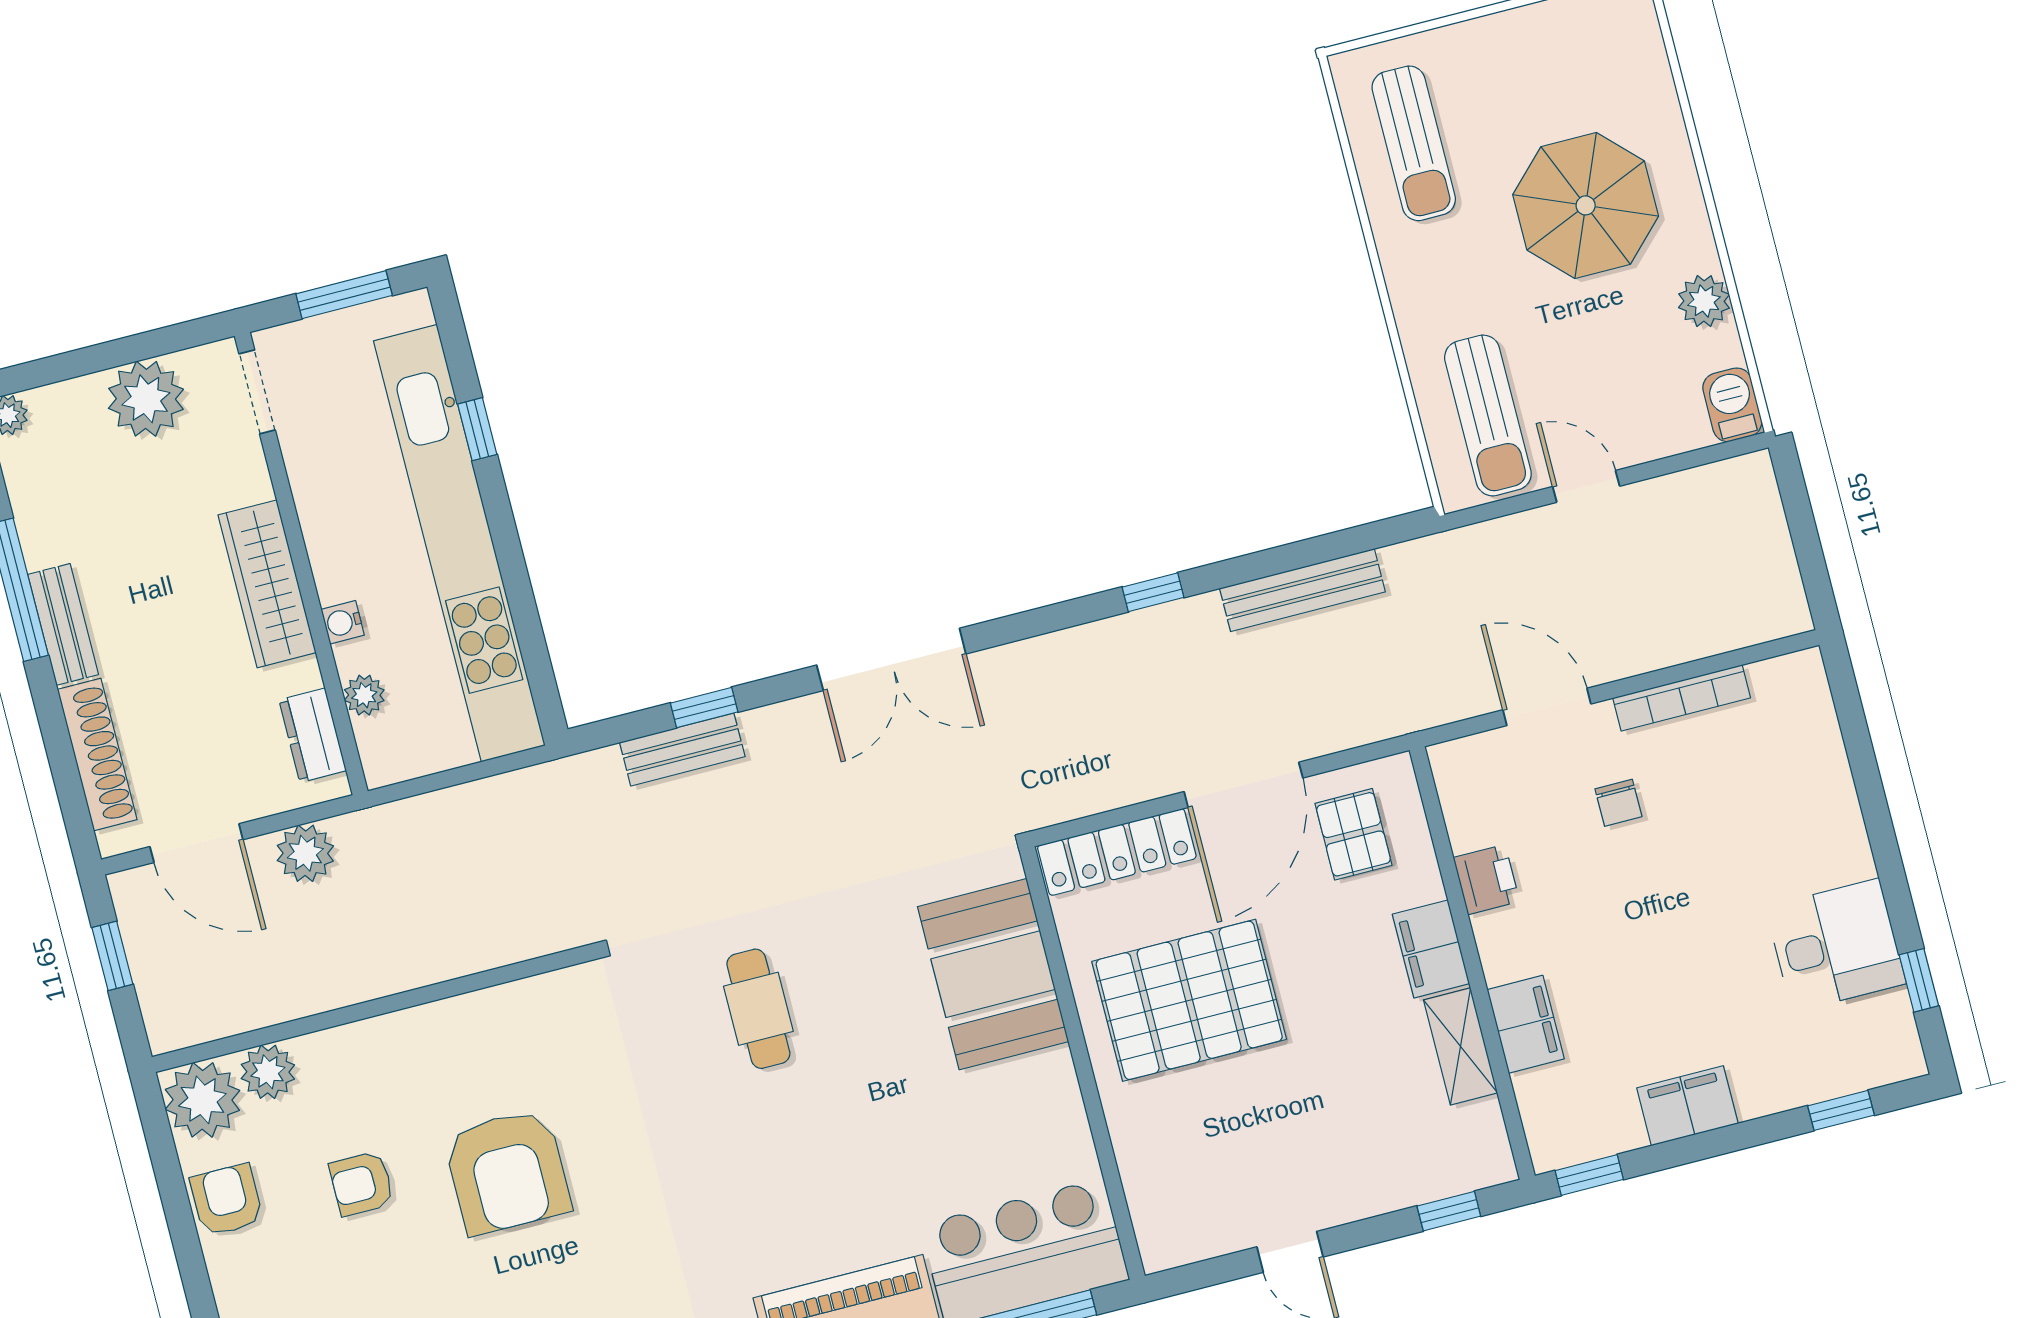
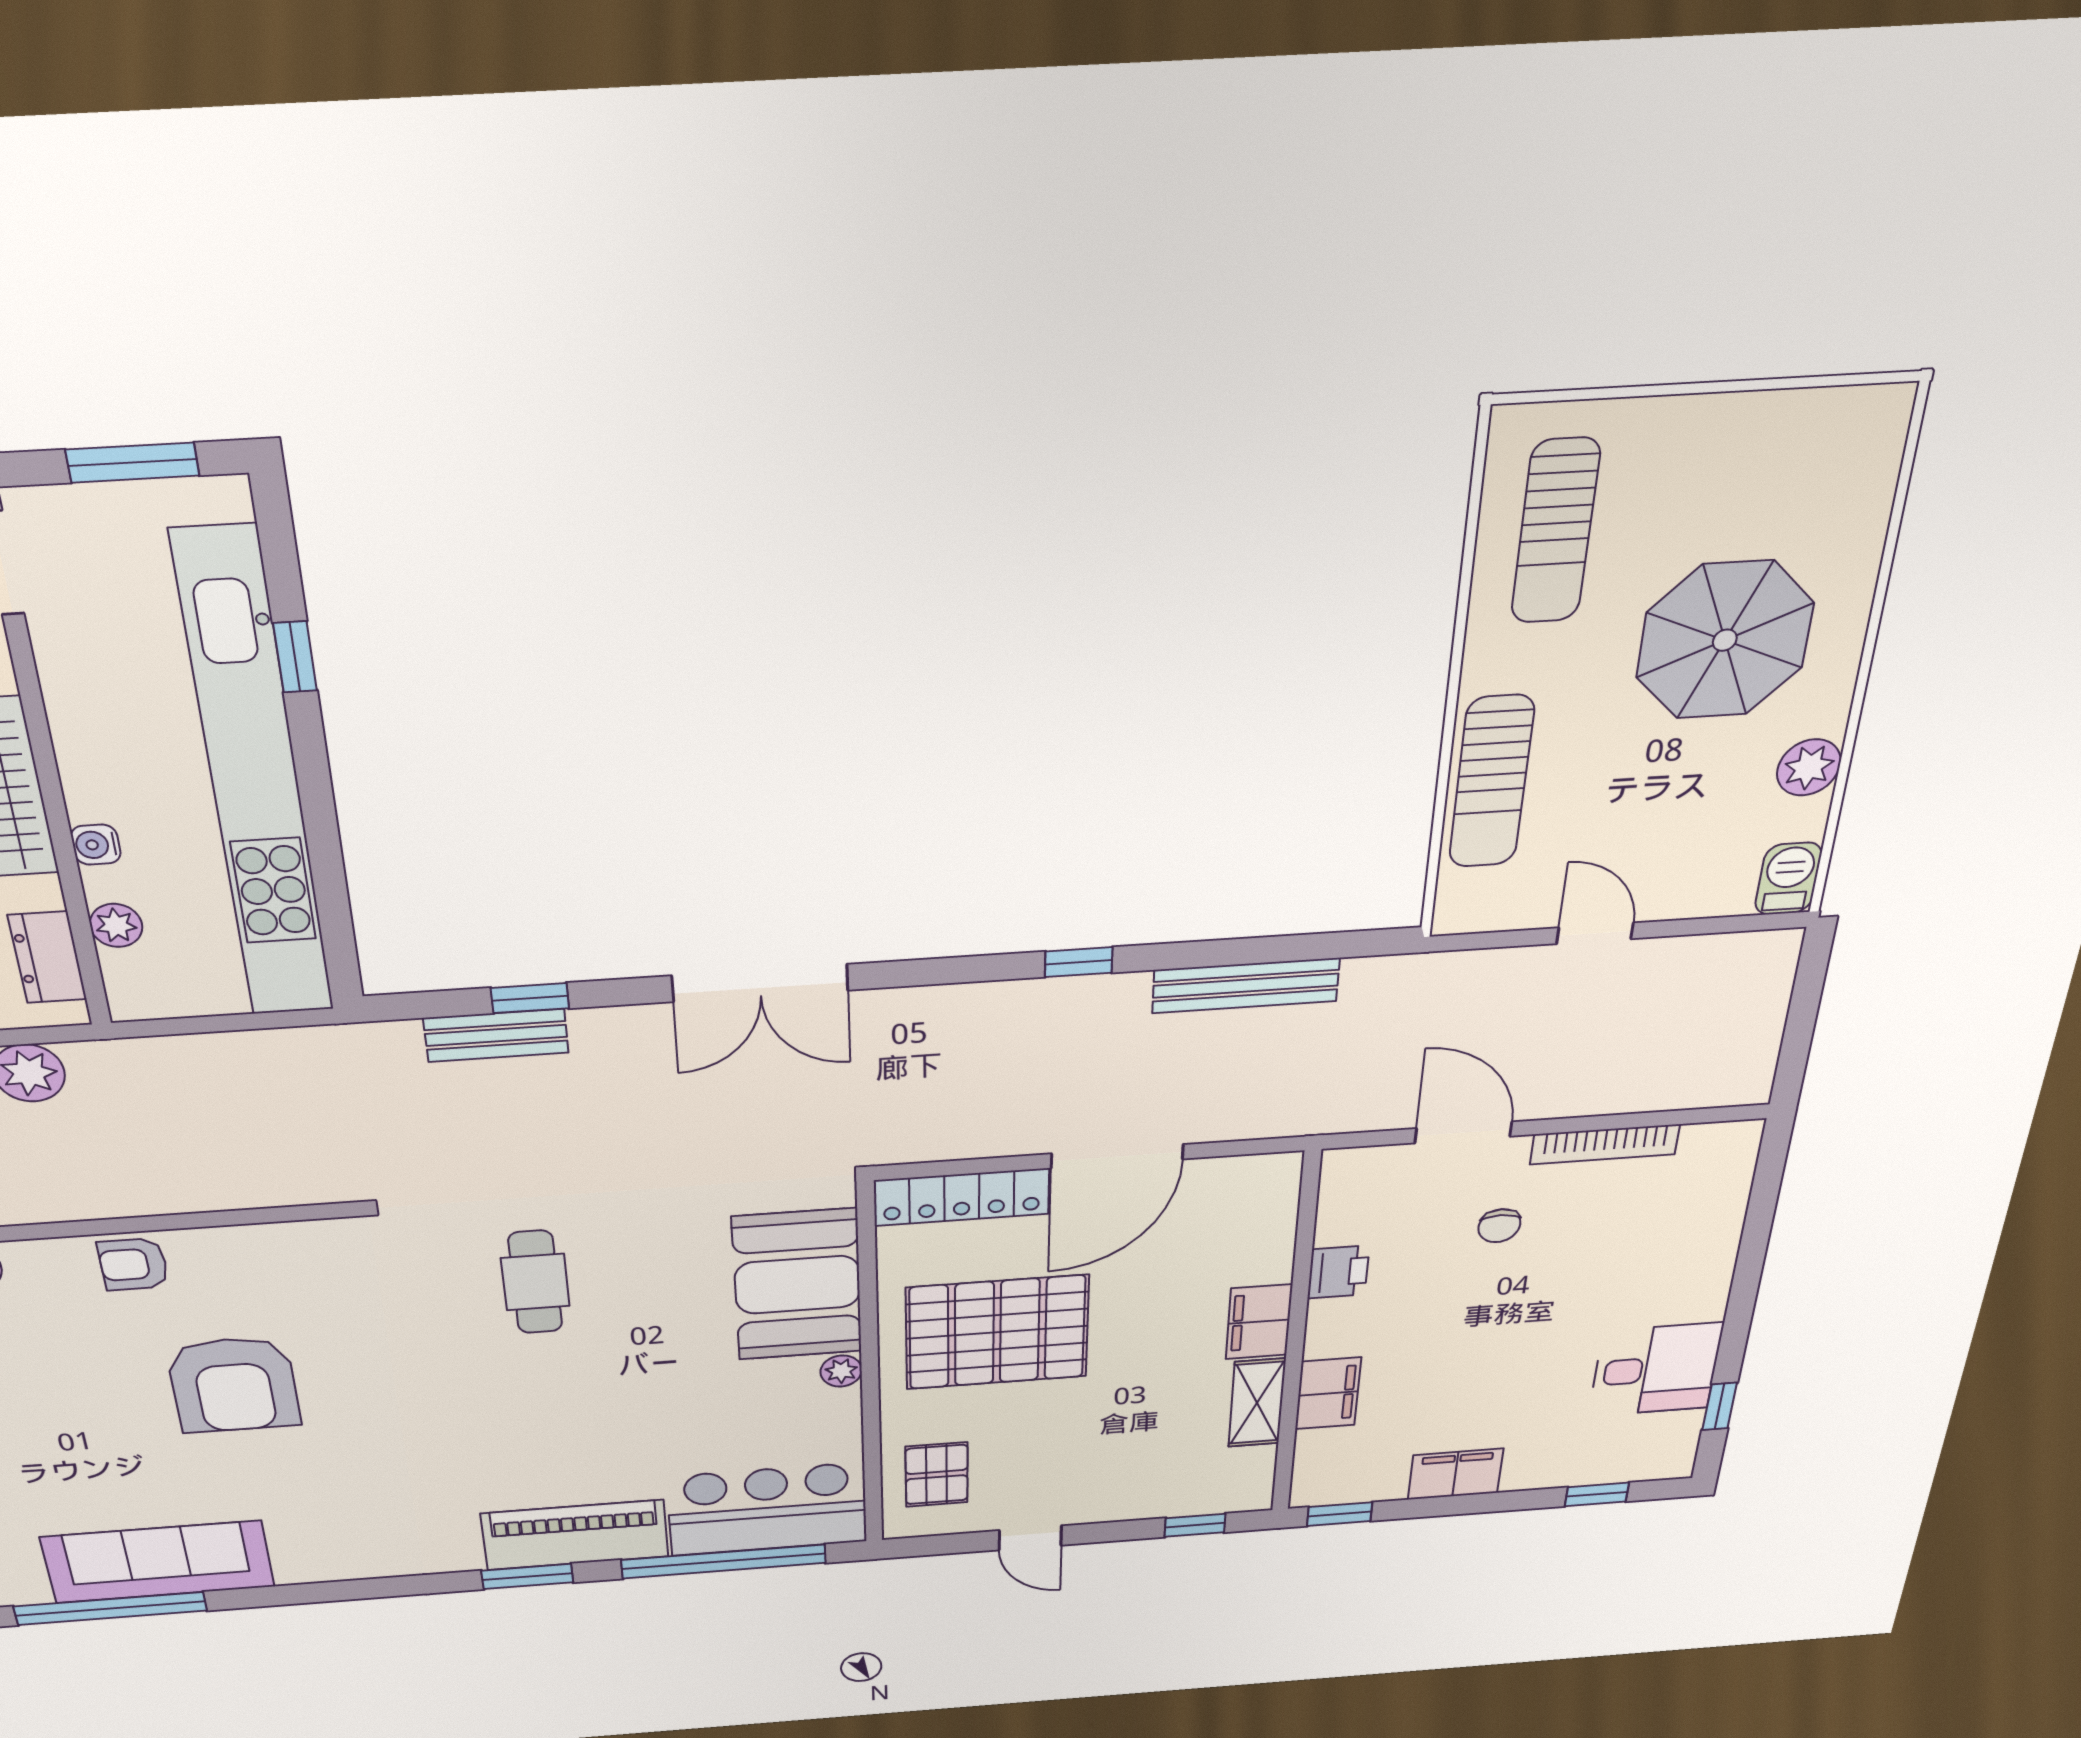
sun lounger: (1488, 415) -> (1491, 782), moved
pallet: (1353, 834) -> (937, 1475), moved
plant: (1056, 1069) -> (841, 1371), added
armchair: (362, 1184) -> (133, 1264), moved

